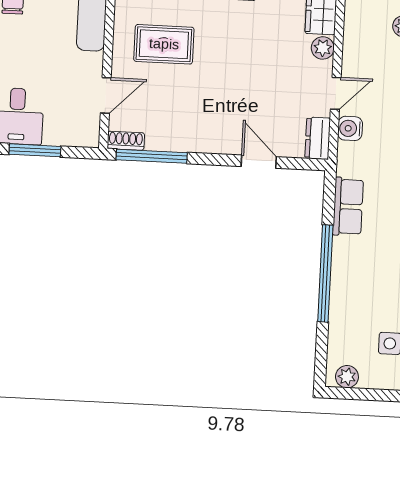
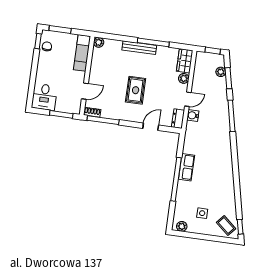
rug: (164, 44) -> (136, 90), moved, turned 90
window: (35, 150) -> (61, 114), moved
door: (259, 162) -> (151, 127), hinge flipped
row of seats: (348, 207) -> (187, 167), moved

